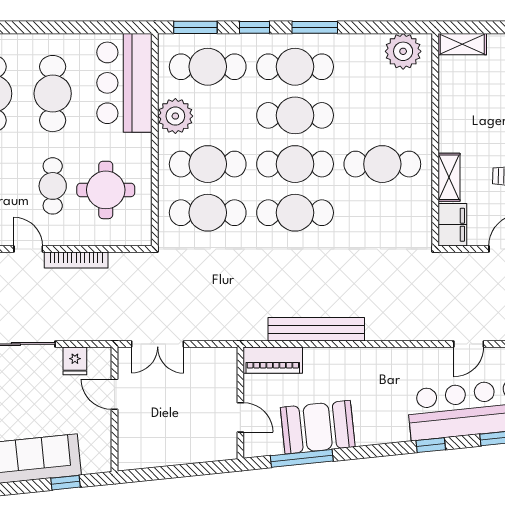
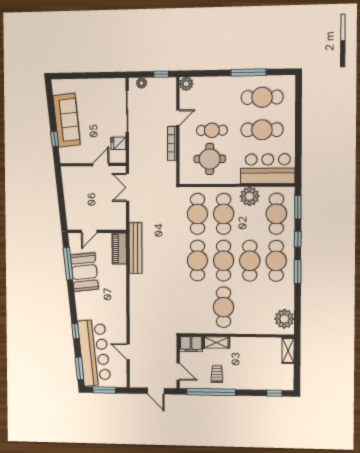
bench: (316, 329) -> (136, 248), moved

